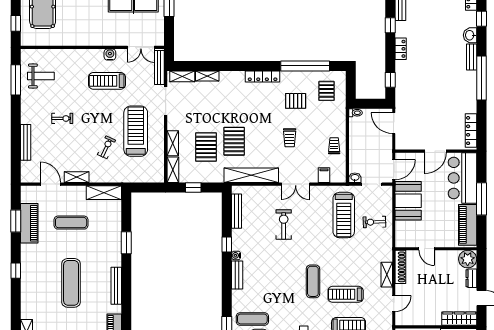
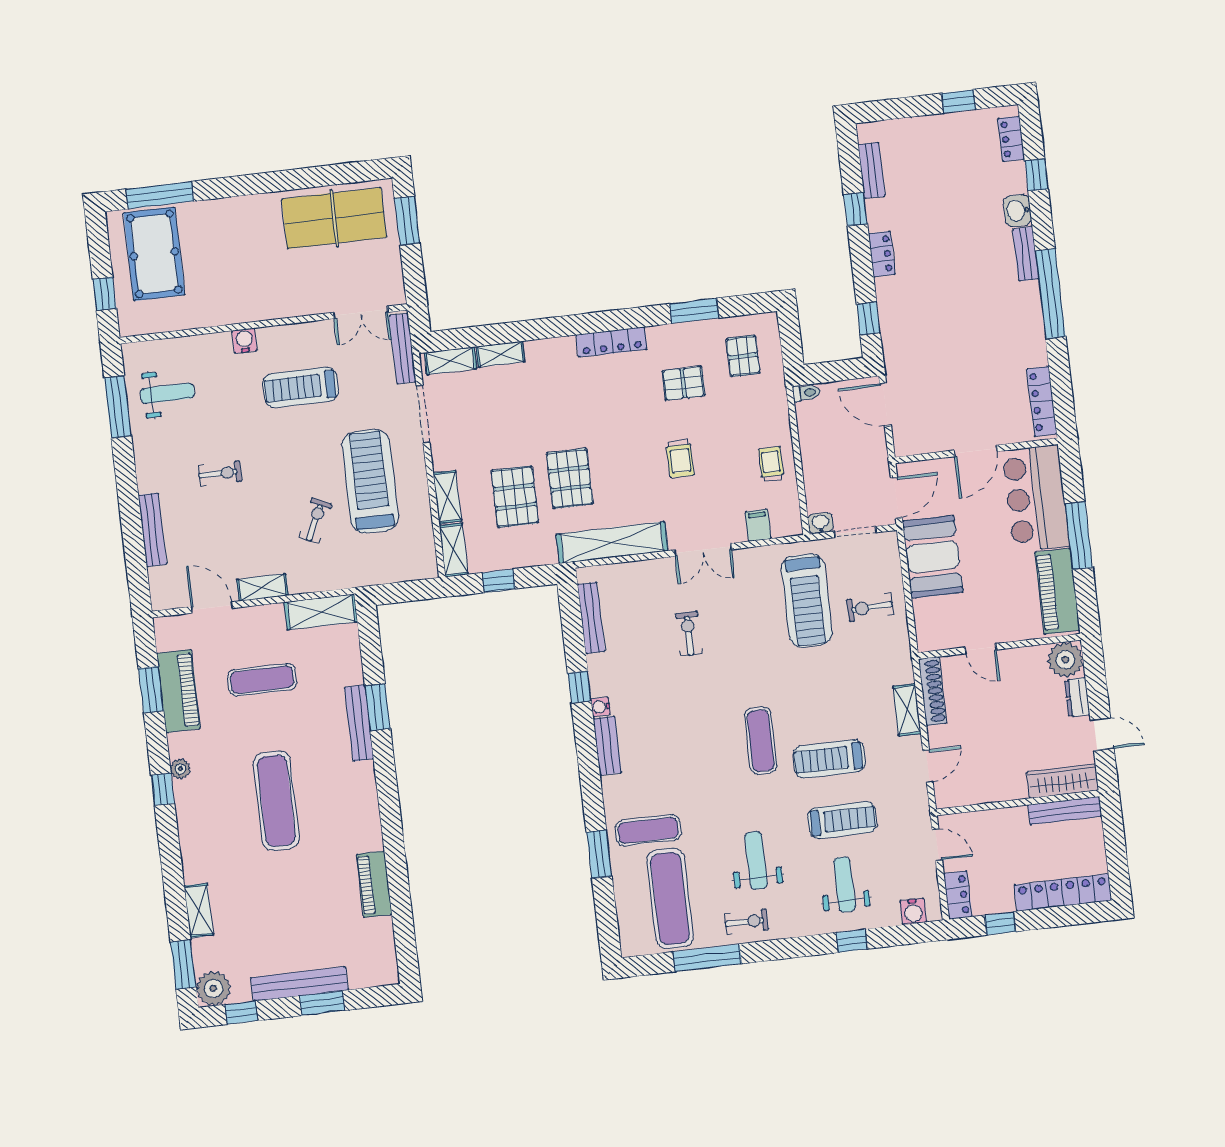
water cooler: (110, 55) -> (244, 341), moved
window: (305, 66) -> (694, 311), width x0.47
exercise bike: (284, 225) -> (689, 634), width x0.73, depth x0.72
plant: (26, 262) -> (180, 769), added
bench: (116, 286) -> (359, 723), moved

